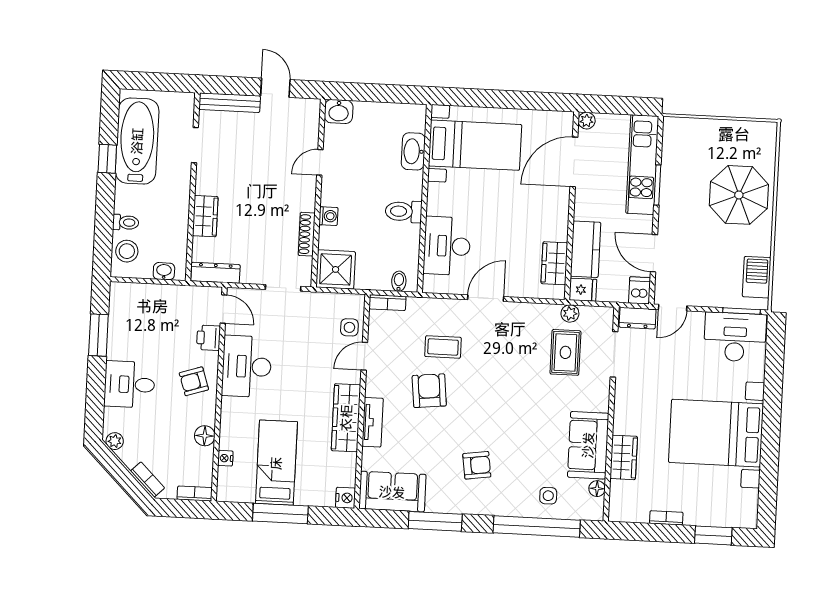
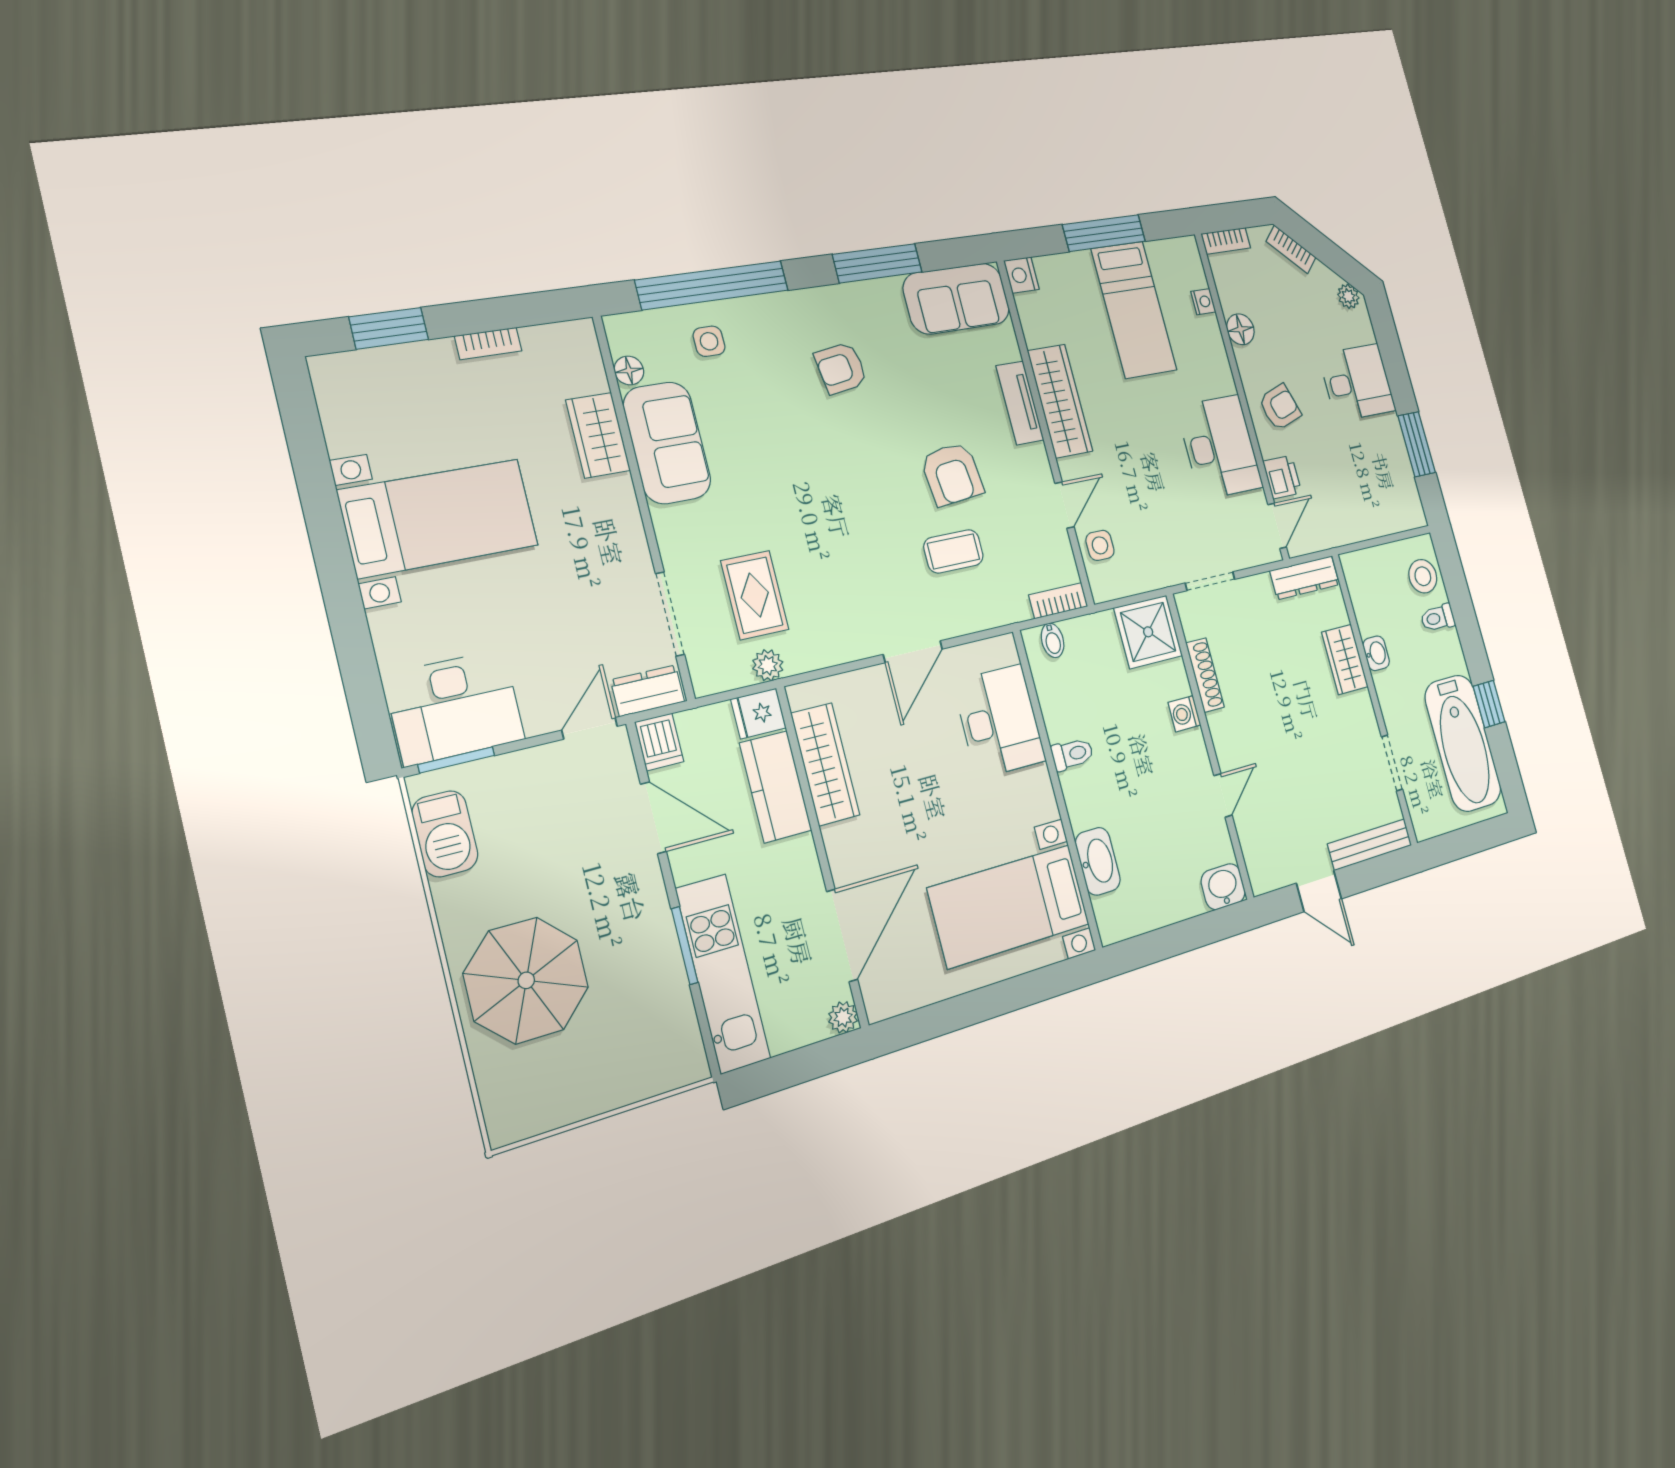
toilet: (404, 211) -> (1072, 754), width x0.73, depth x0.72
wardrobe: (554, 263) -> (825, 764), width x1.50
washbasin: (164, 271) -> (1376, 653), moved, turned -90
door: (223, 309) -> (1277, 526), swing flipped
bed with nightstands: (716, 433) -> (439, 518), width x0.73

